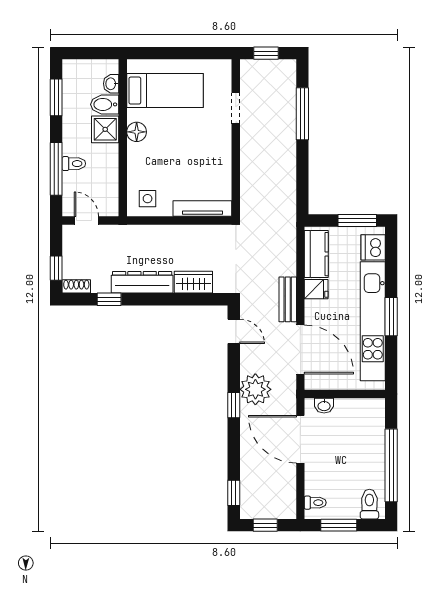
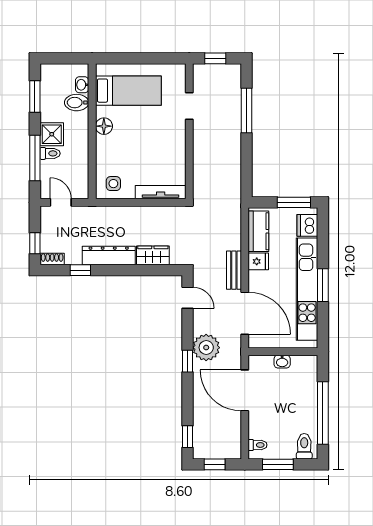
shower: (105, 129) -> (52, 134), moved
washbasin: (324, 406) -> (282, 362), moved

